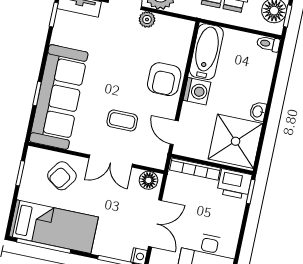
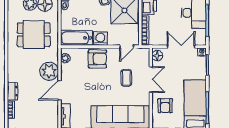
plant: (147, 20) -> (65, 58), moved
armchair: (62, 176) -> (165, 106), turned 55

